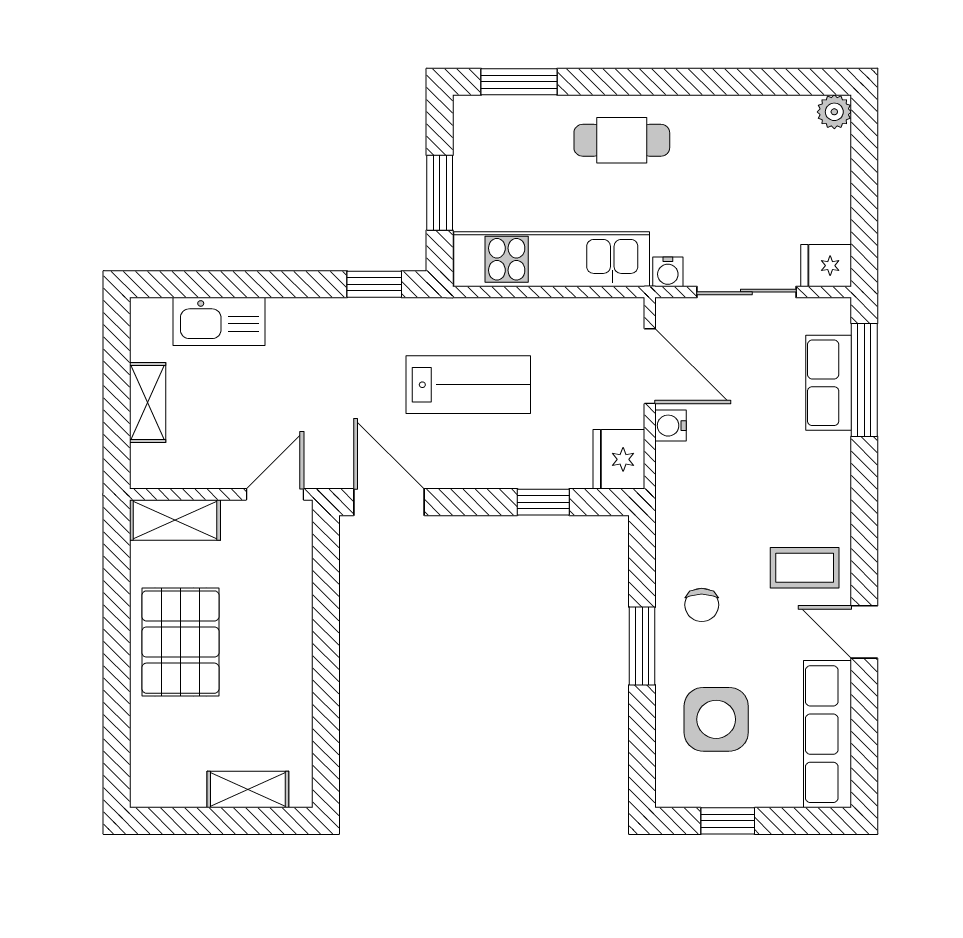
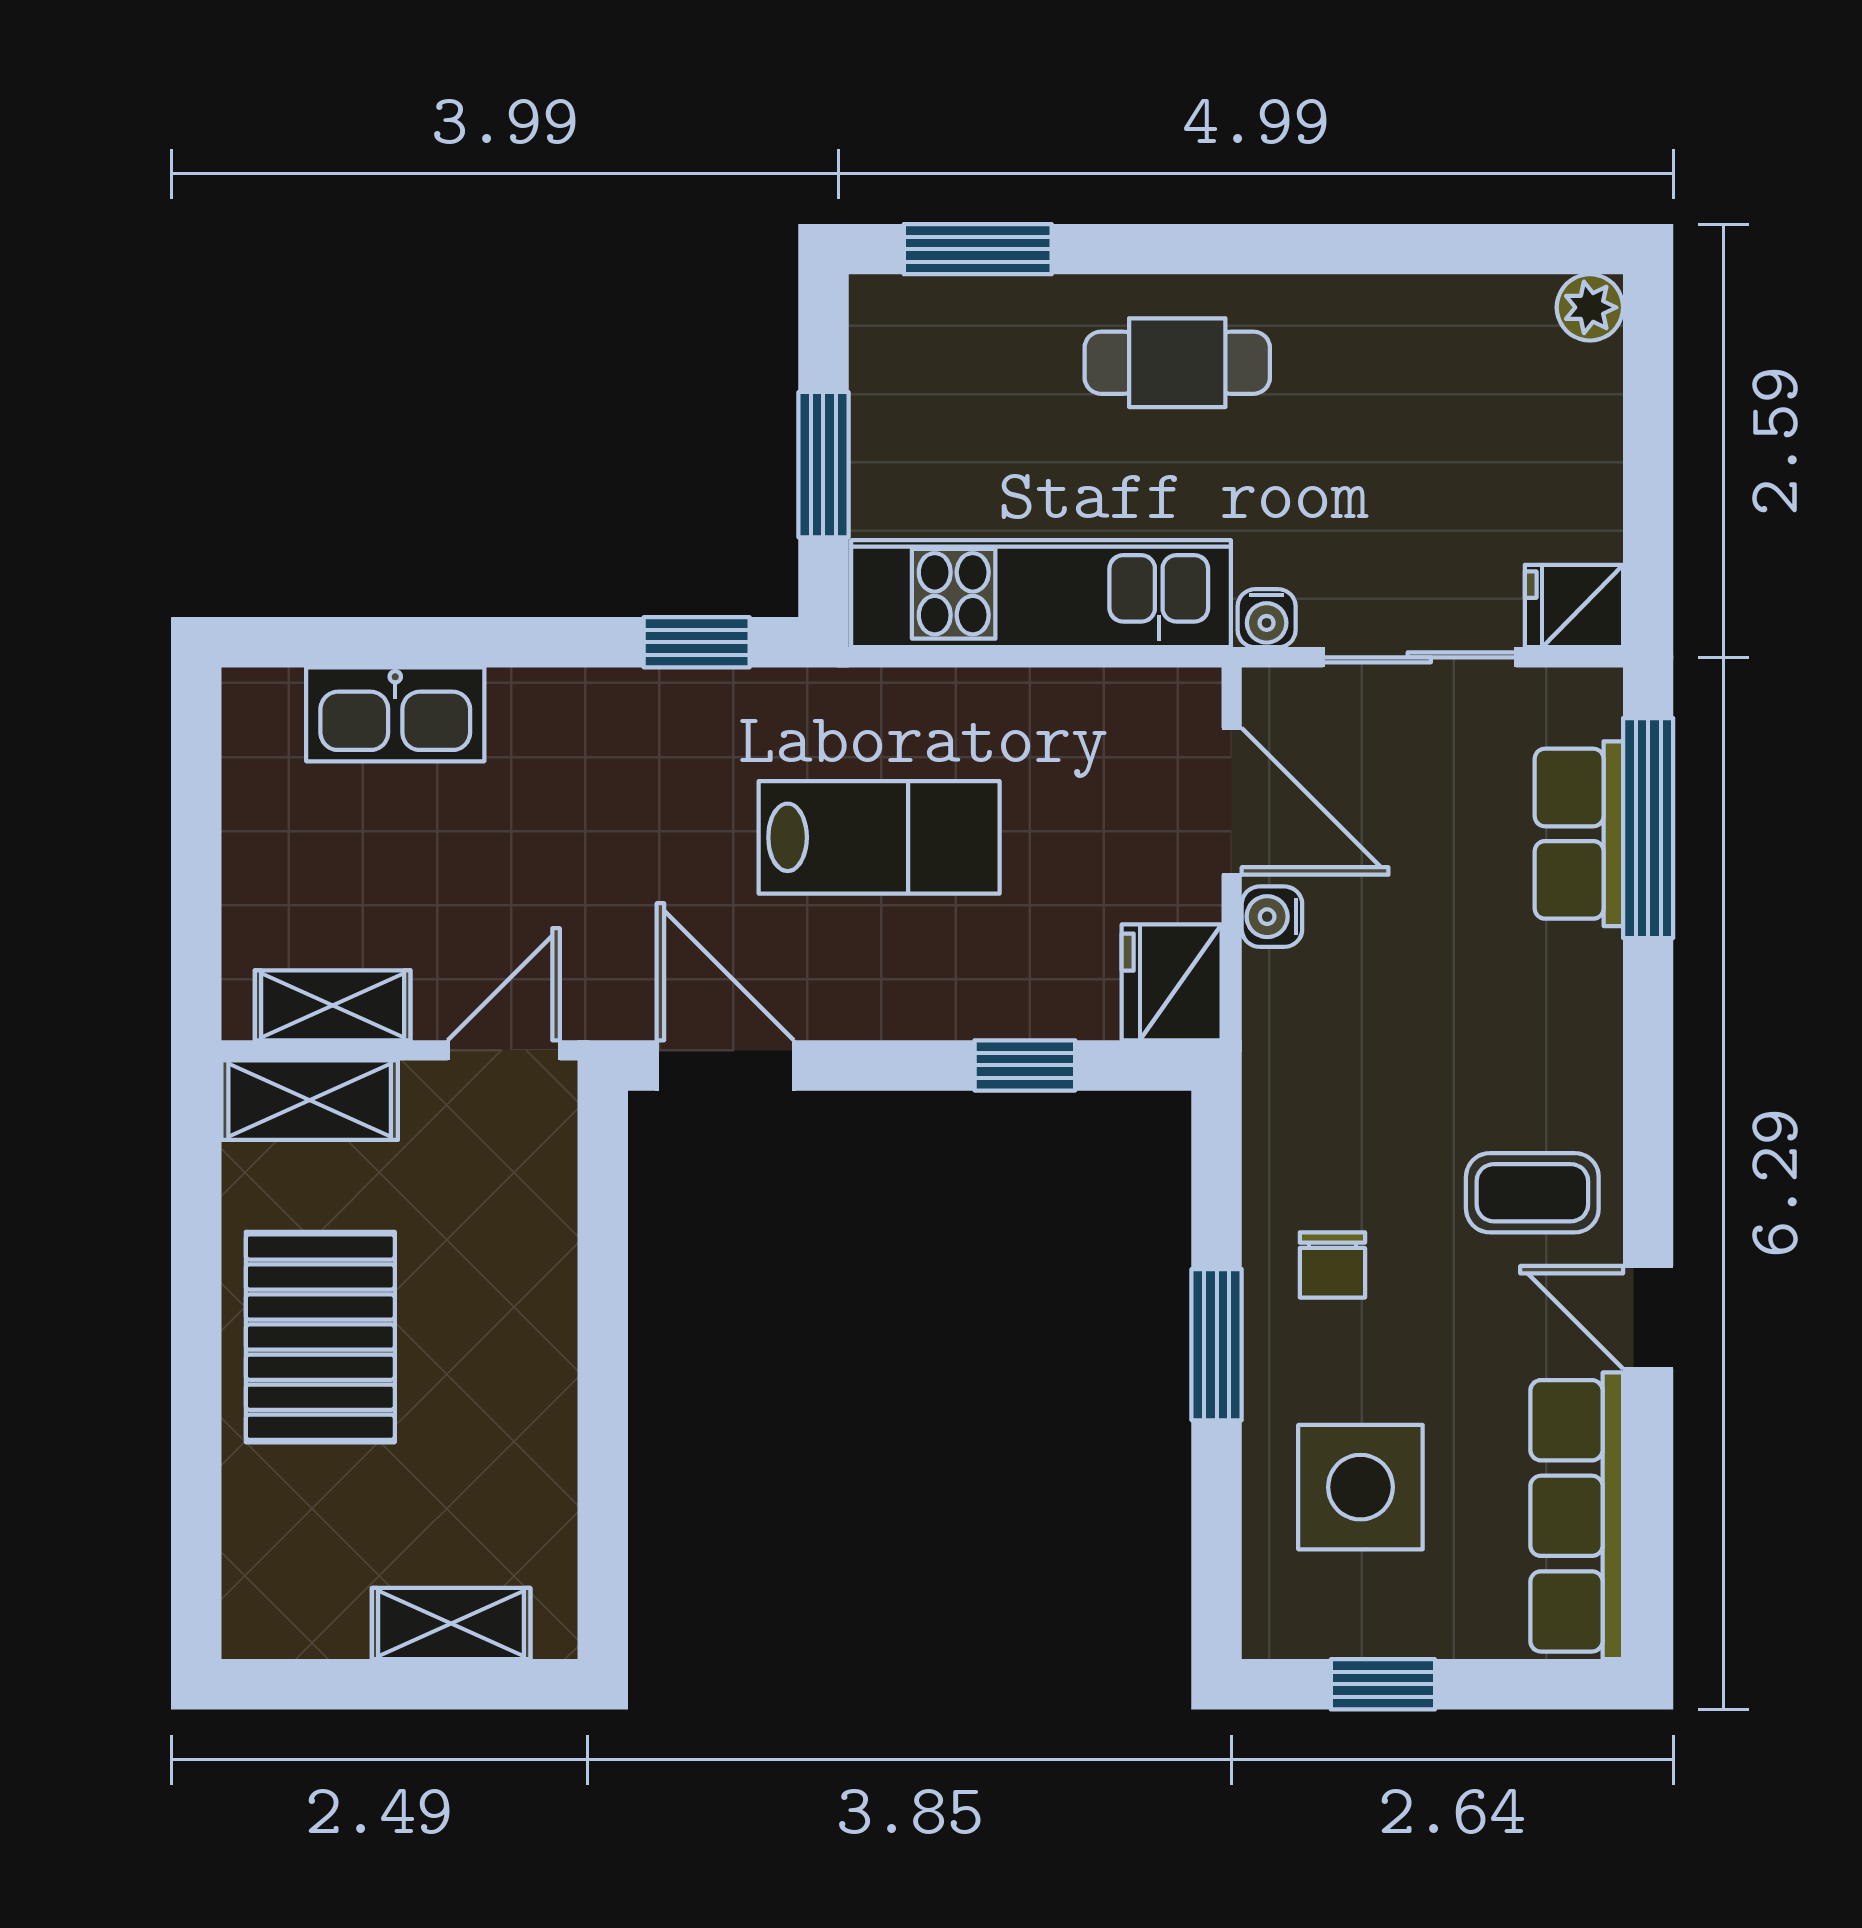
shelving: (148, 403) -> (333, 1005), moved, turned 90

